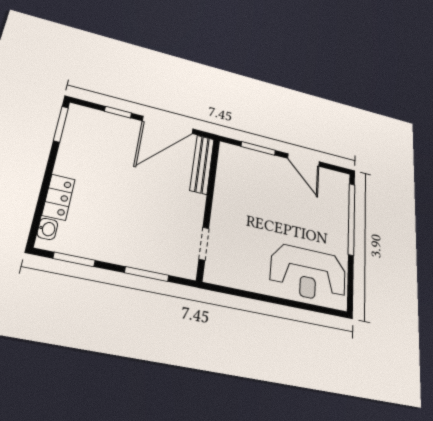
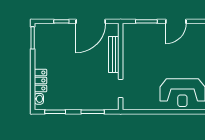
door: (304, 160) -> (176, 21), hinge flipped
bench: (202, 165) -> (114, 54), moved

